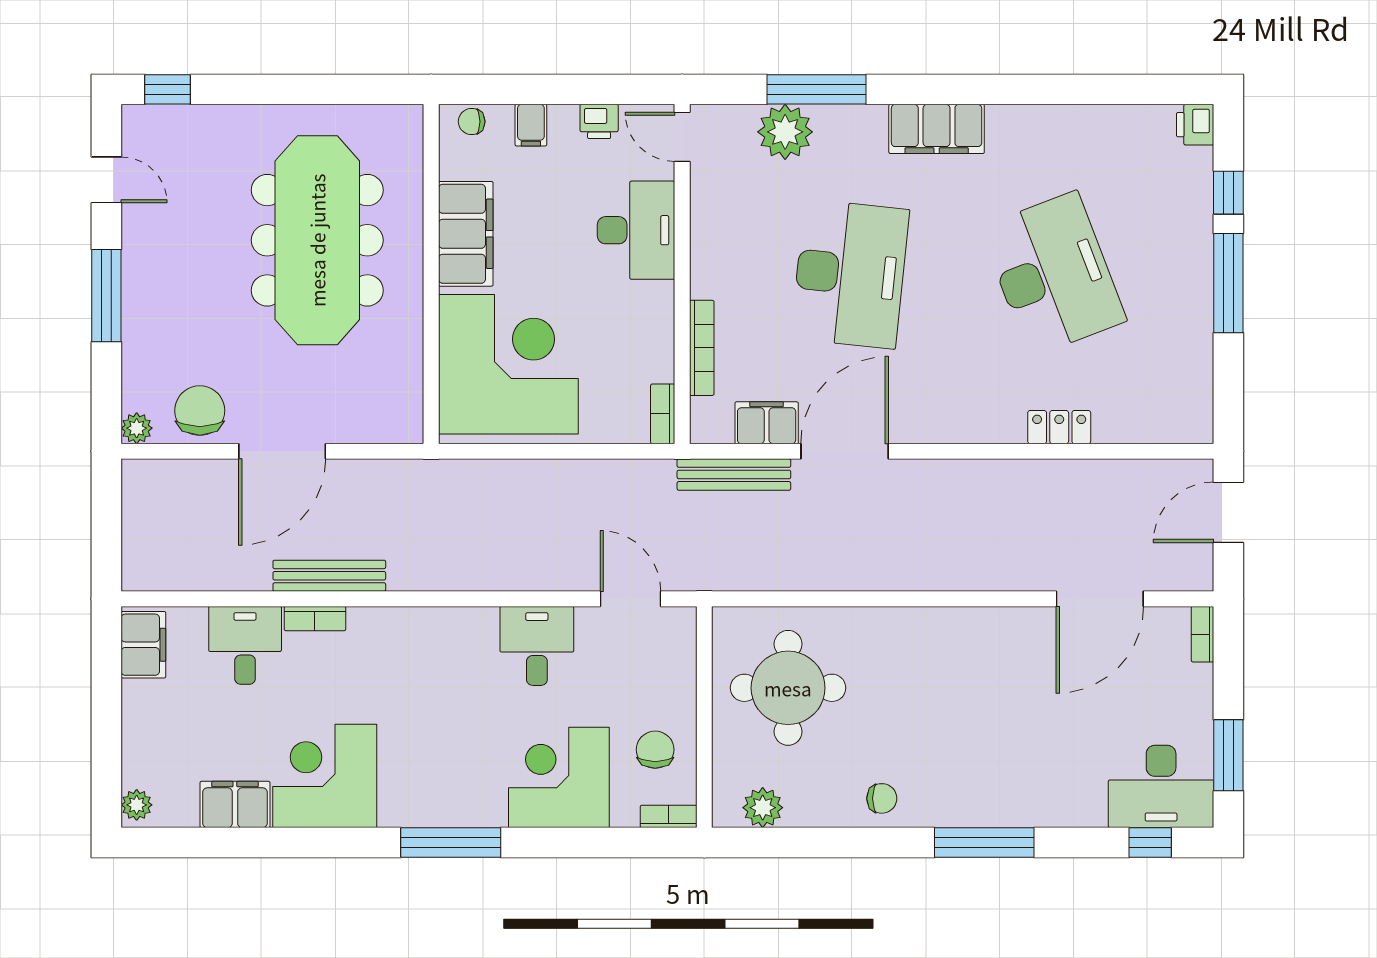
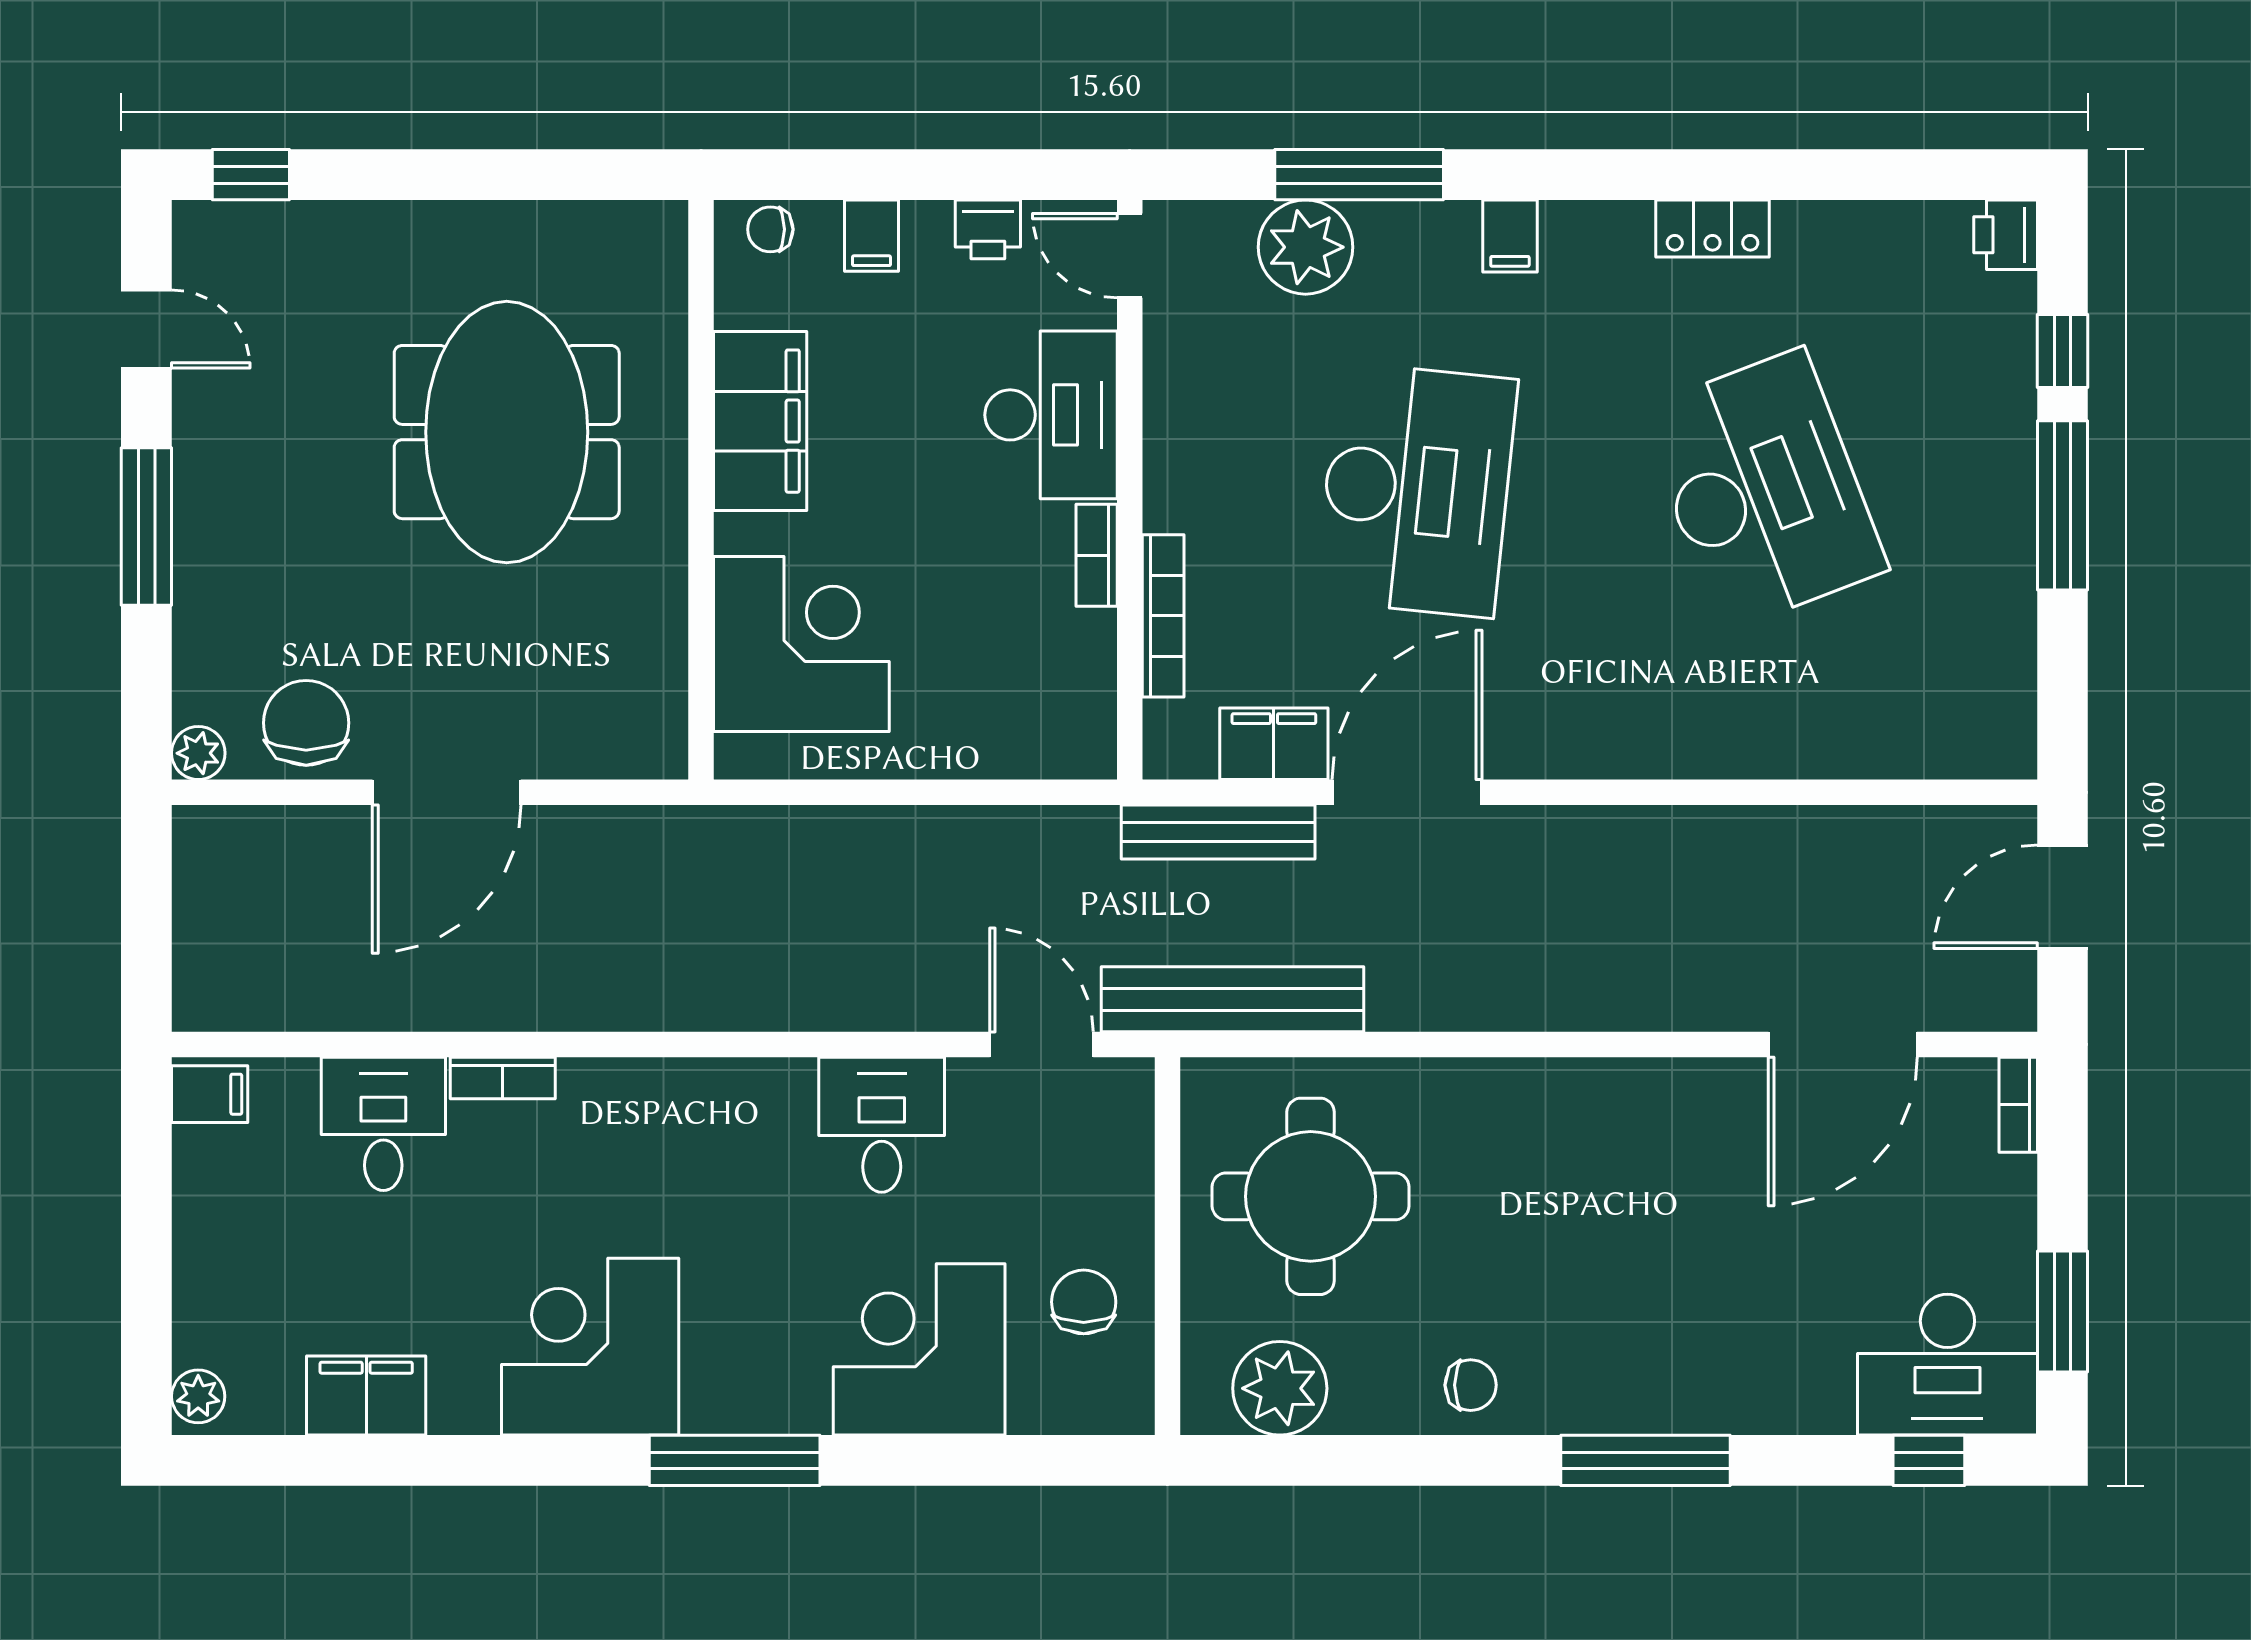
filing cabinet: (937, 129) -> (1510, 236), width x0.33, depth x0.86
meeting table: (317, 240) -> (507, 432), width x0.73
corner desk: (508, 364) -> (801, 644), width x0.74, depth x0.74
bookcase: (663, 414) -> (1097, 555), moved
locker: (1059, 427) -> (1712, 228), moved, turned 180
bench: (329, 576) -> (1233, 999), moved, width x1.37, depth x1.21
filing cabinet: (143, 645) -> (210, 1094), width x0.50
corner desk: (325, 776) -> (590, 1347), moved
plant: (763, 808) -> (1280, 1388), width x1.36, depth x1.36
bookcase: (669, 816) -> (1107, 1416), removed

